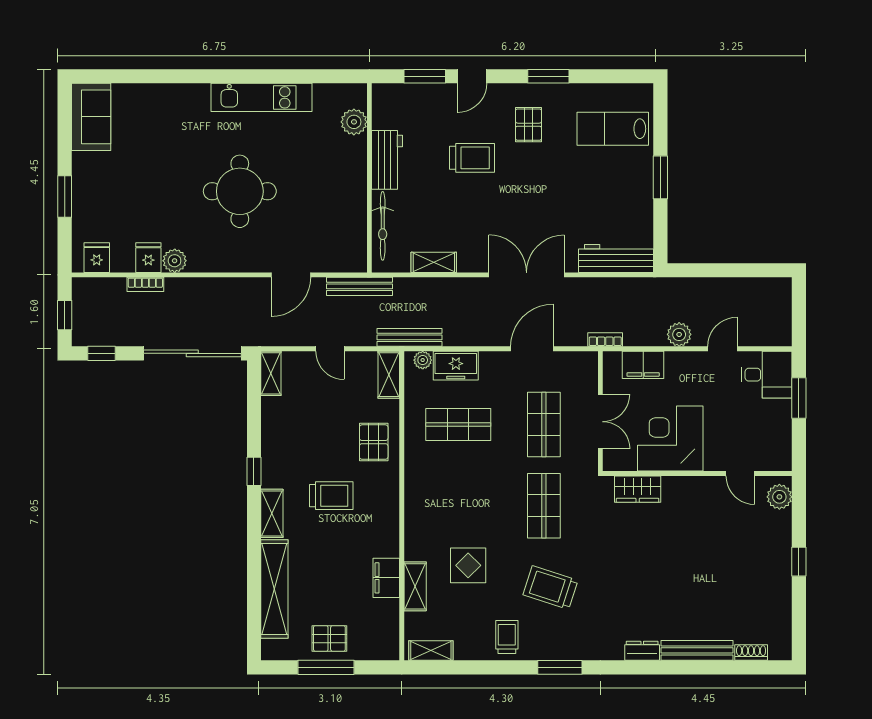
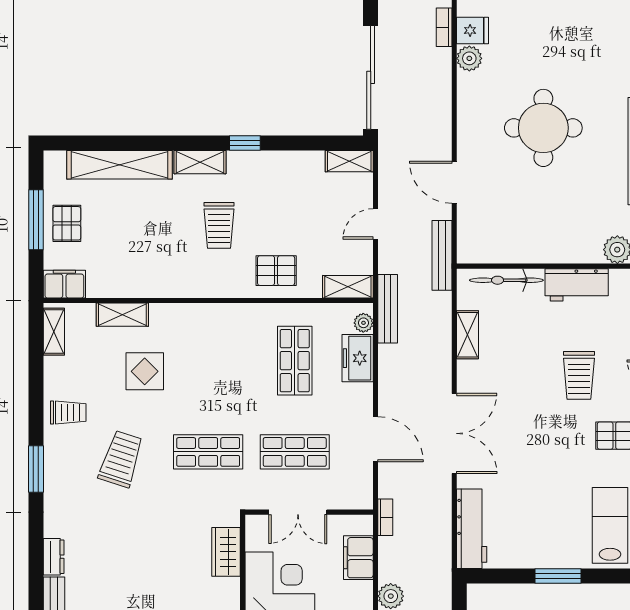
filing cabinet: (386, 578) -> (64, 284), moved

